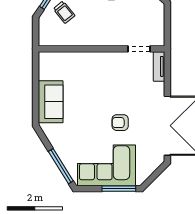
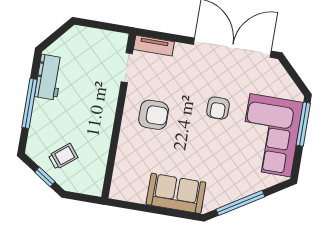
armchair: (107, 75) -> (154, 115), added
window: (61, 166) -> (240, 203), moved

